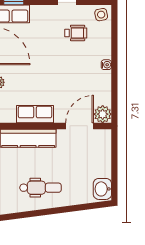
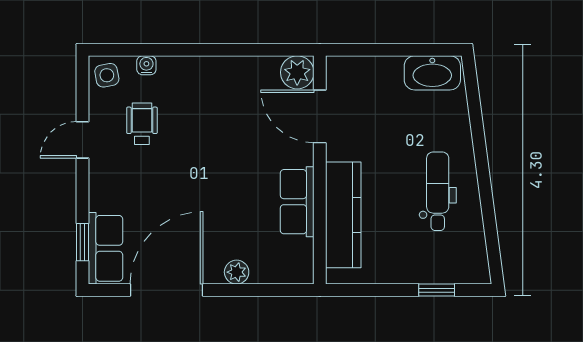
water cooler: (106, 65) -> (146, 65), moved
washbasin: (102, 189) -> (432, 73), width x1.38

